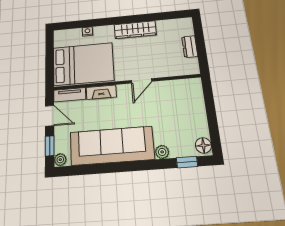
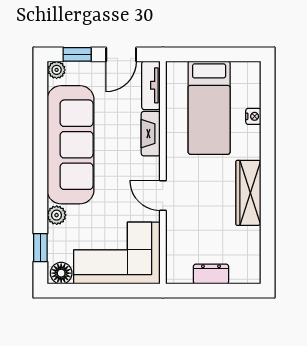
bed: (83, 64) -> (209, 108), width x0.67
corner sofa: (184, 107) -> (117, 253), added

